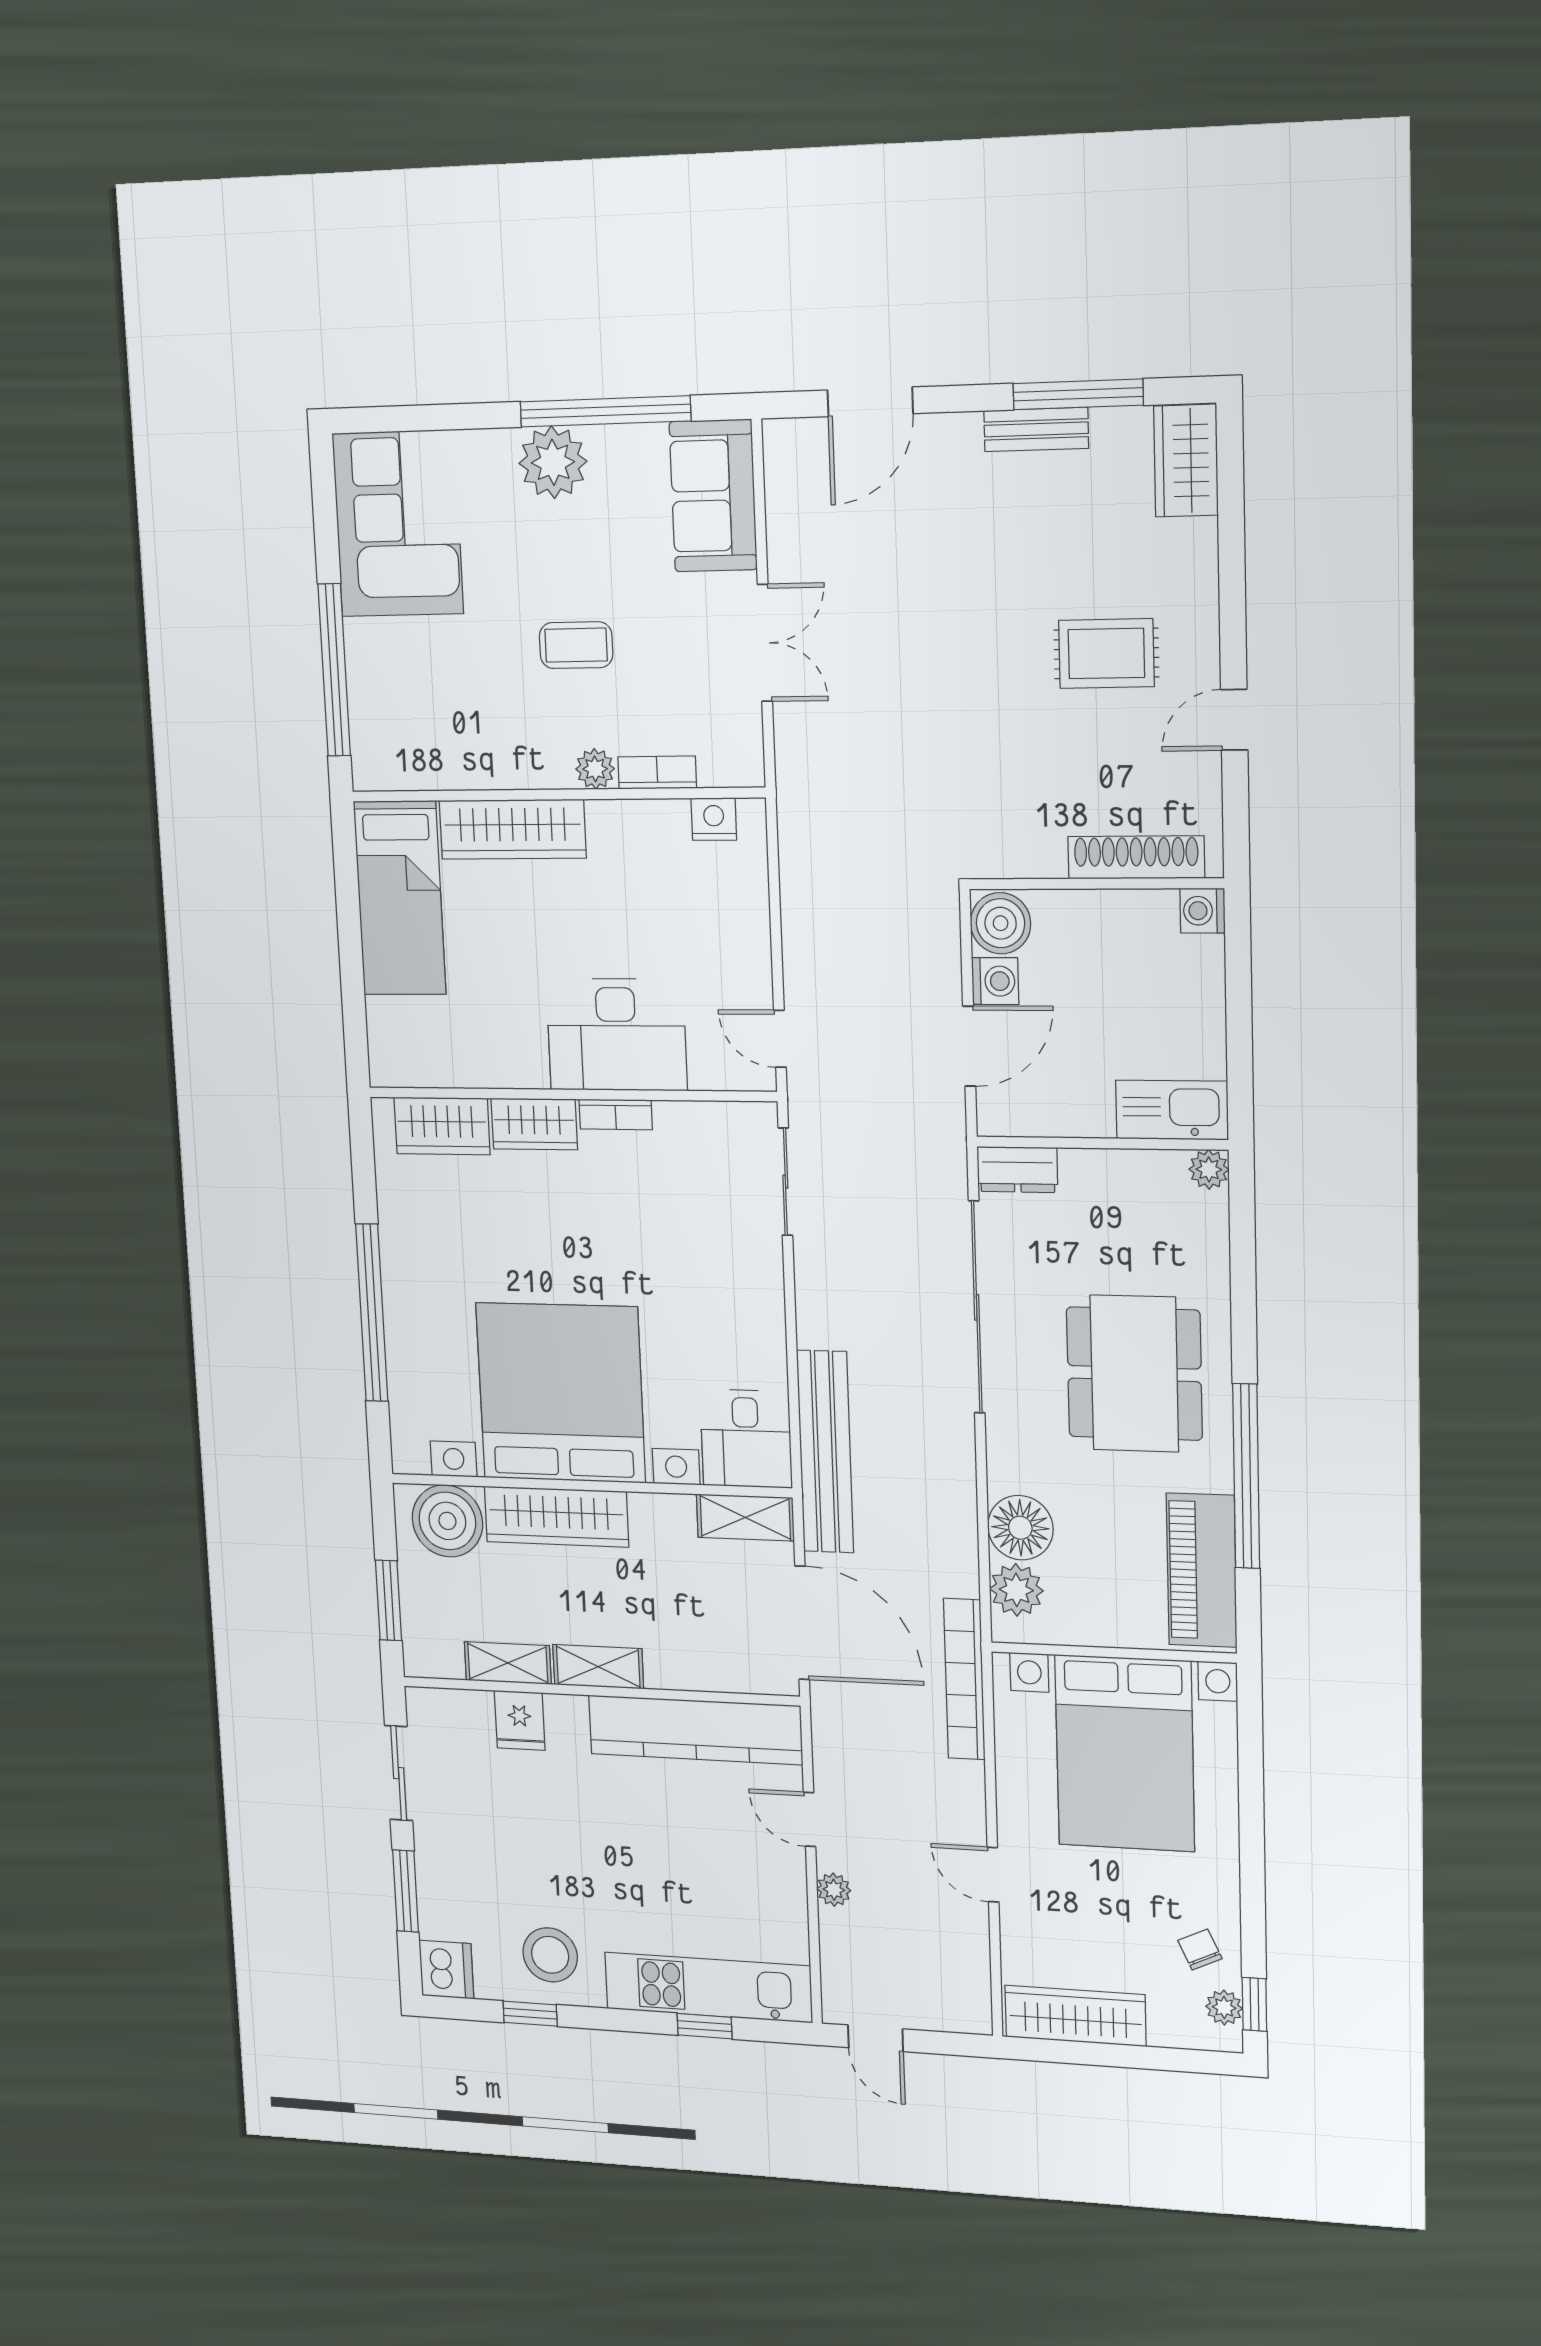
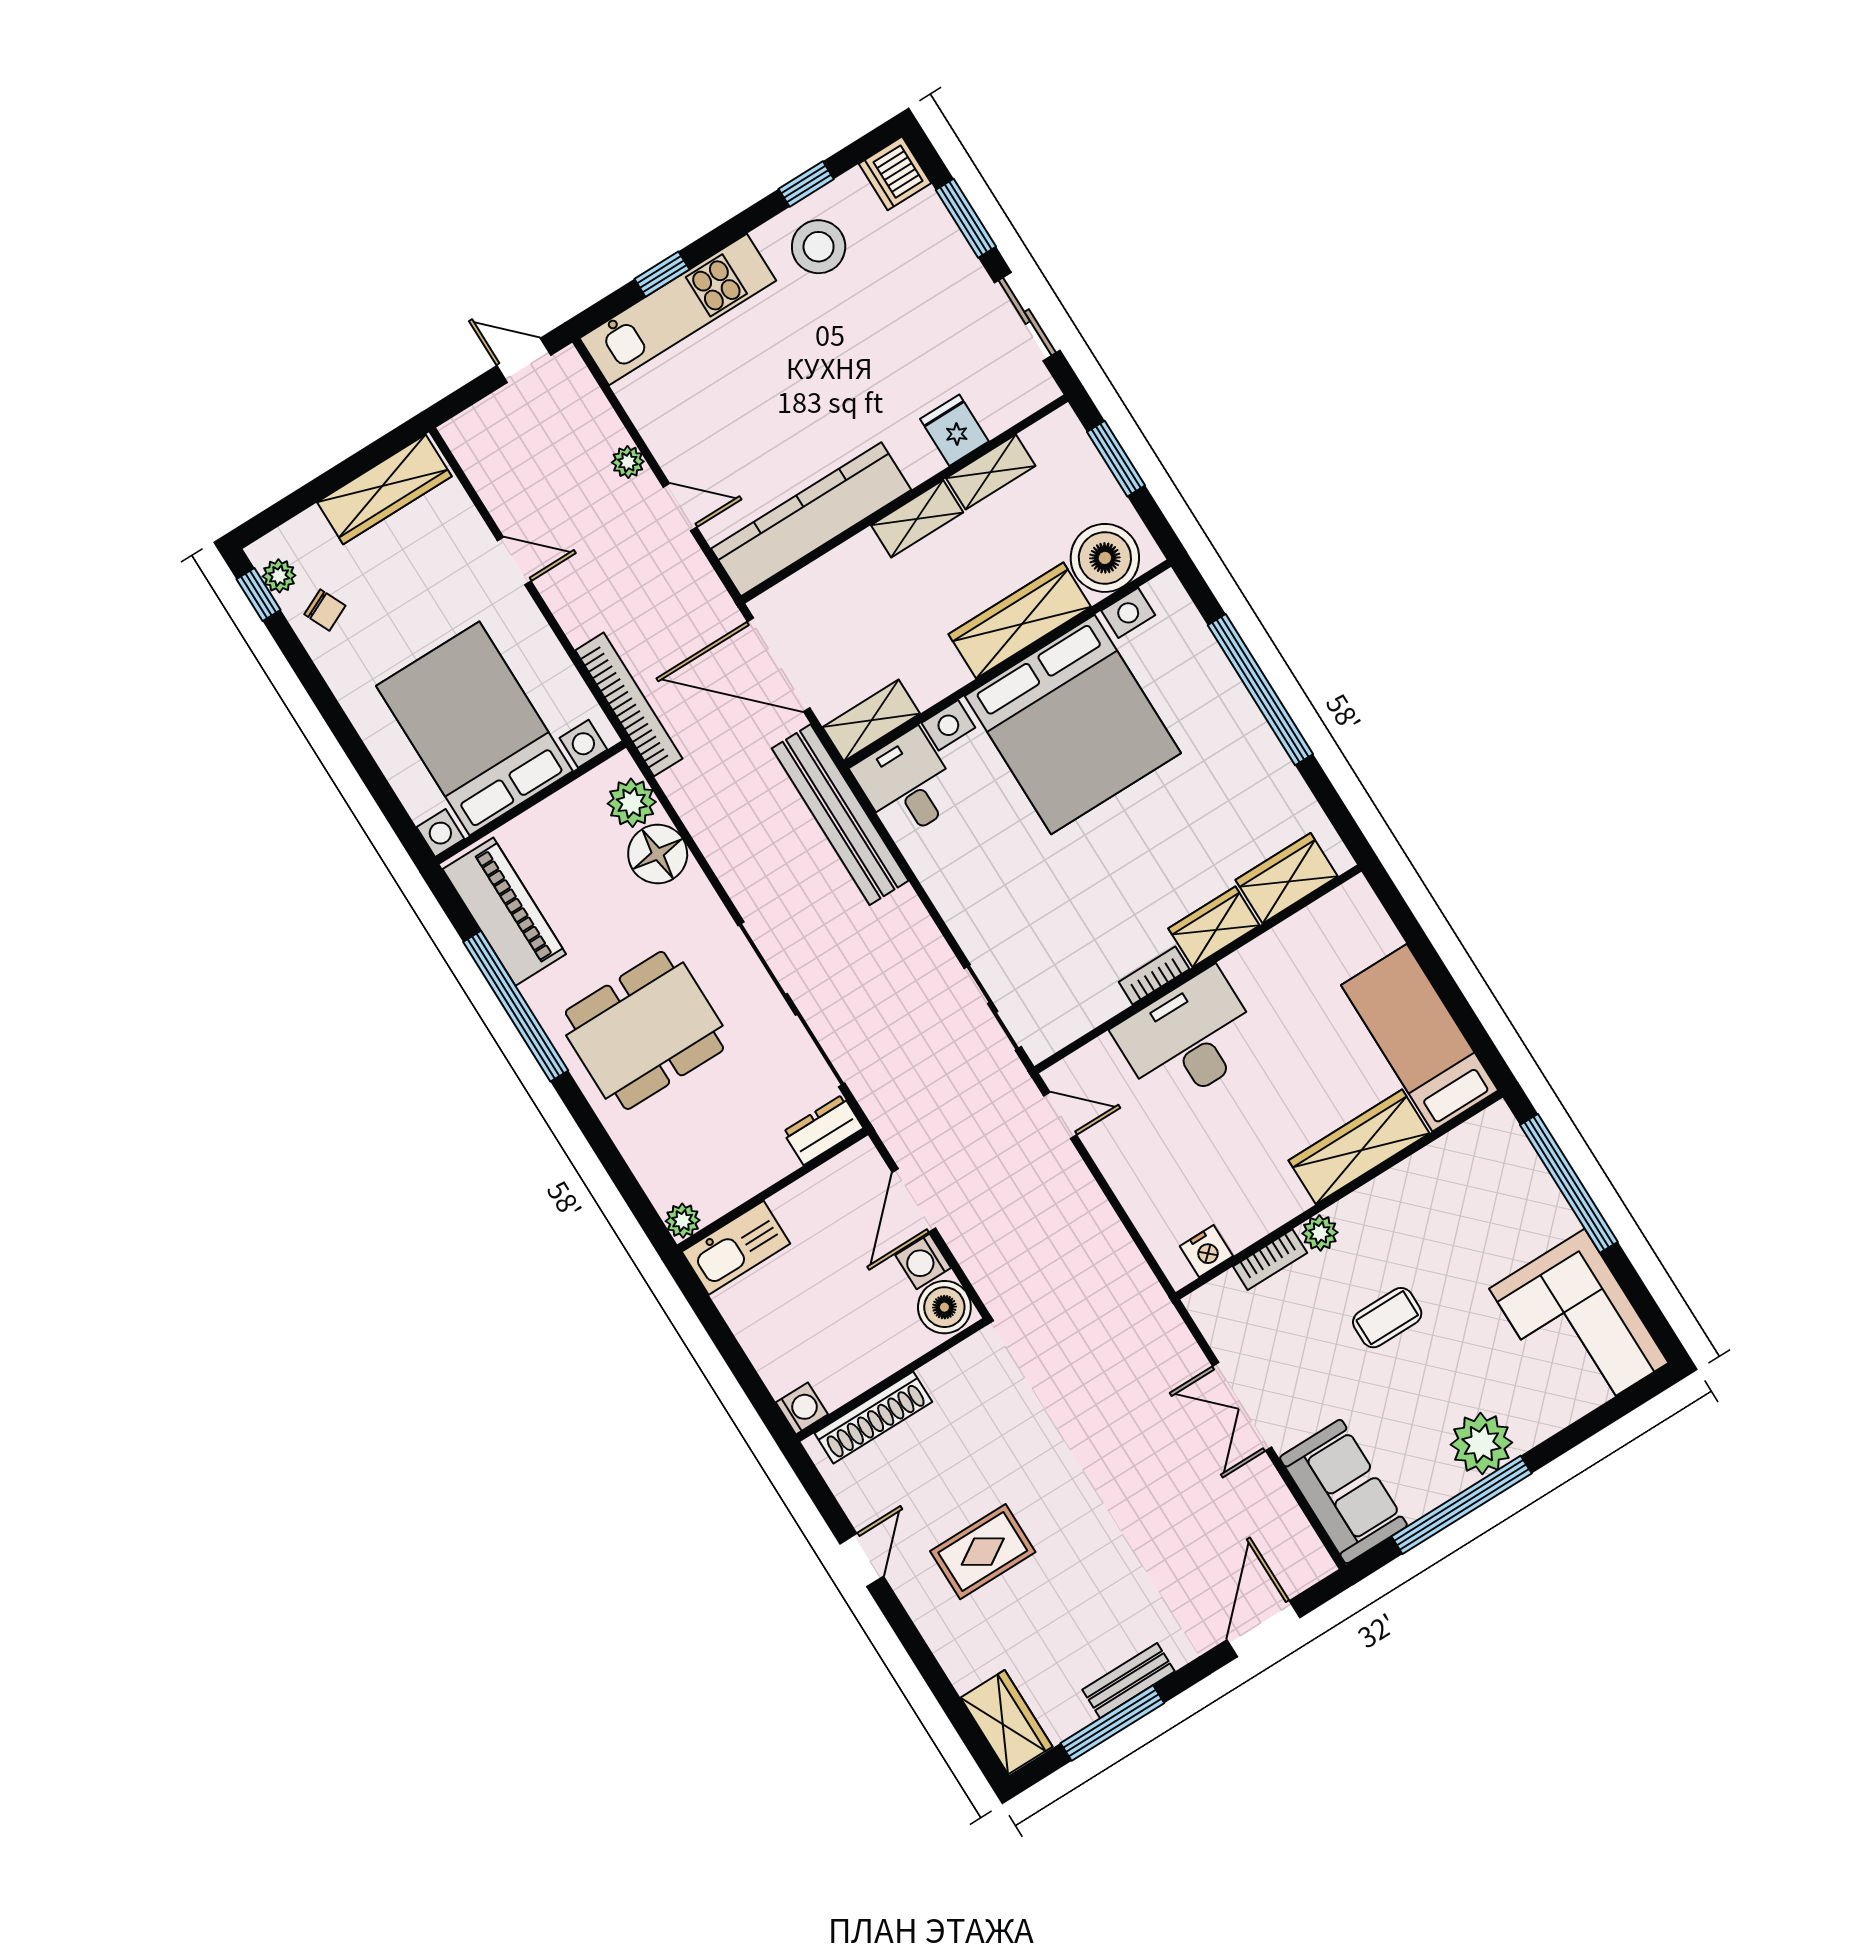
dining table: (1134, 1374) -> (644, 1030), turned 90

